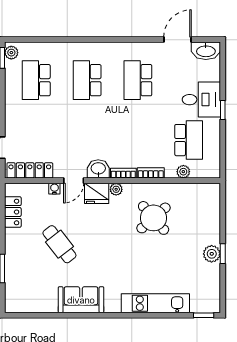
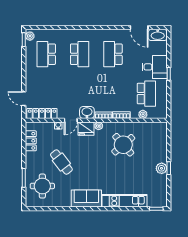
door: (178, 40) -> (139, 28), swing flipped
school desk: (87, 80) -> (80, 54), turned 180
round table: (30, 281) -> (42, 186), added
sofa: (81, 300) -> (86, 198), moved

